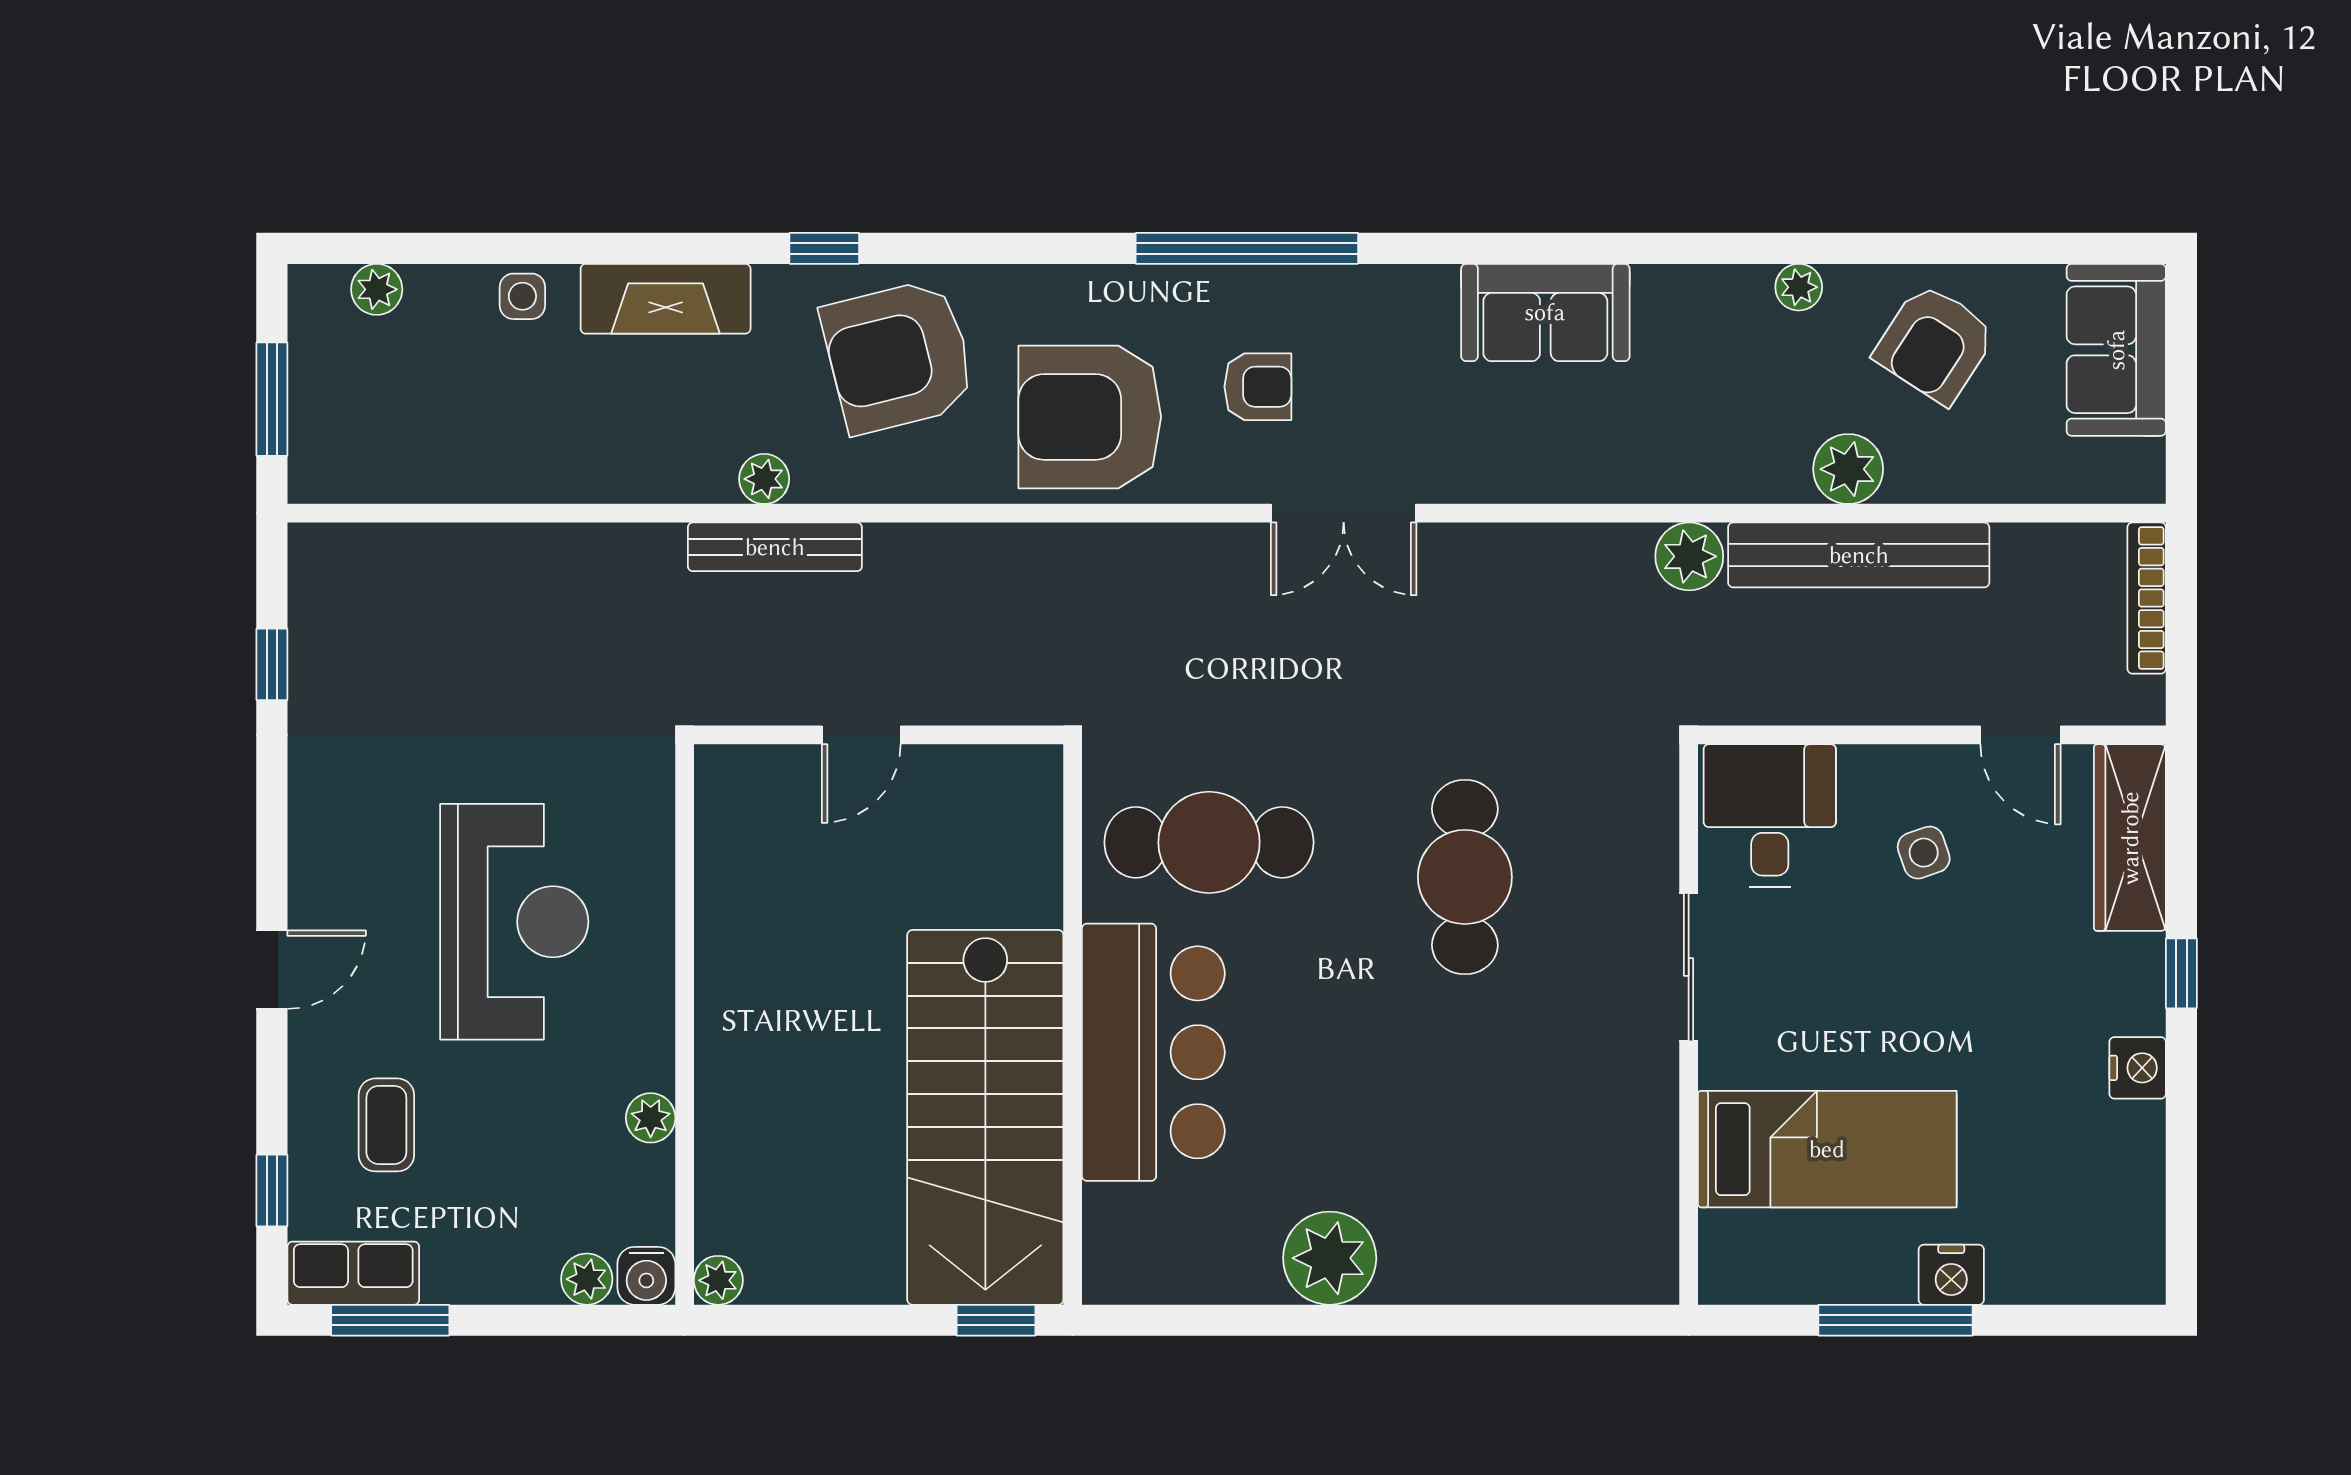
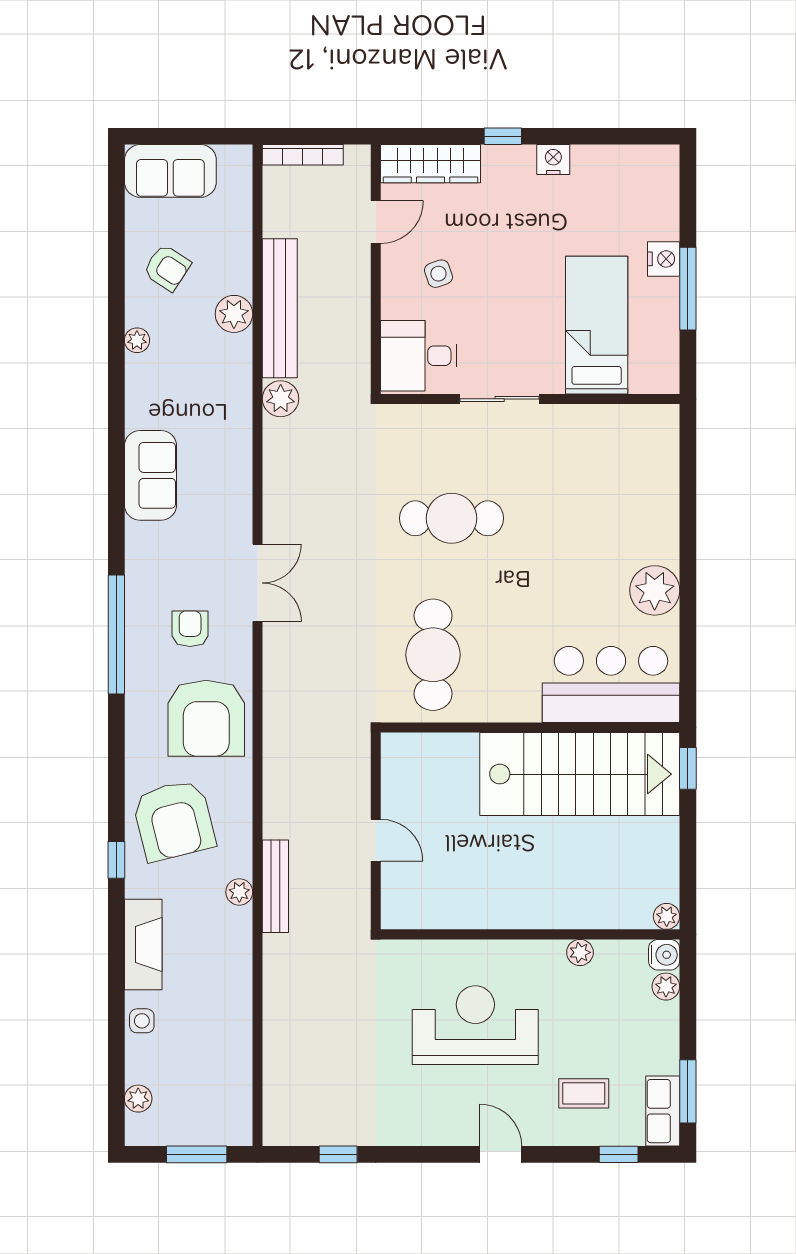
armchair: (1935, 344) -> (167, 268), width x0.72, depth x0.72
bar counter: (1153, 1052) -> (611, 684), moved

